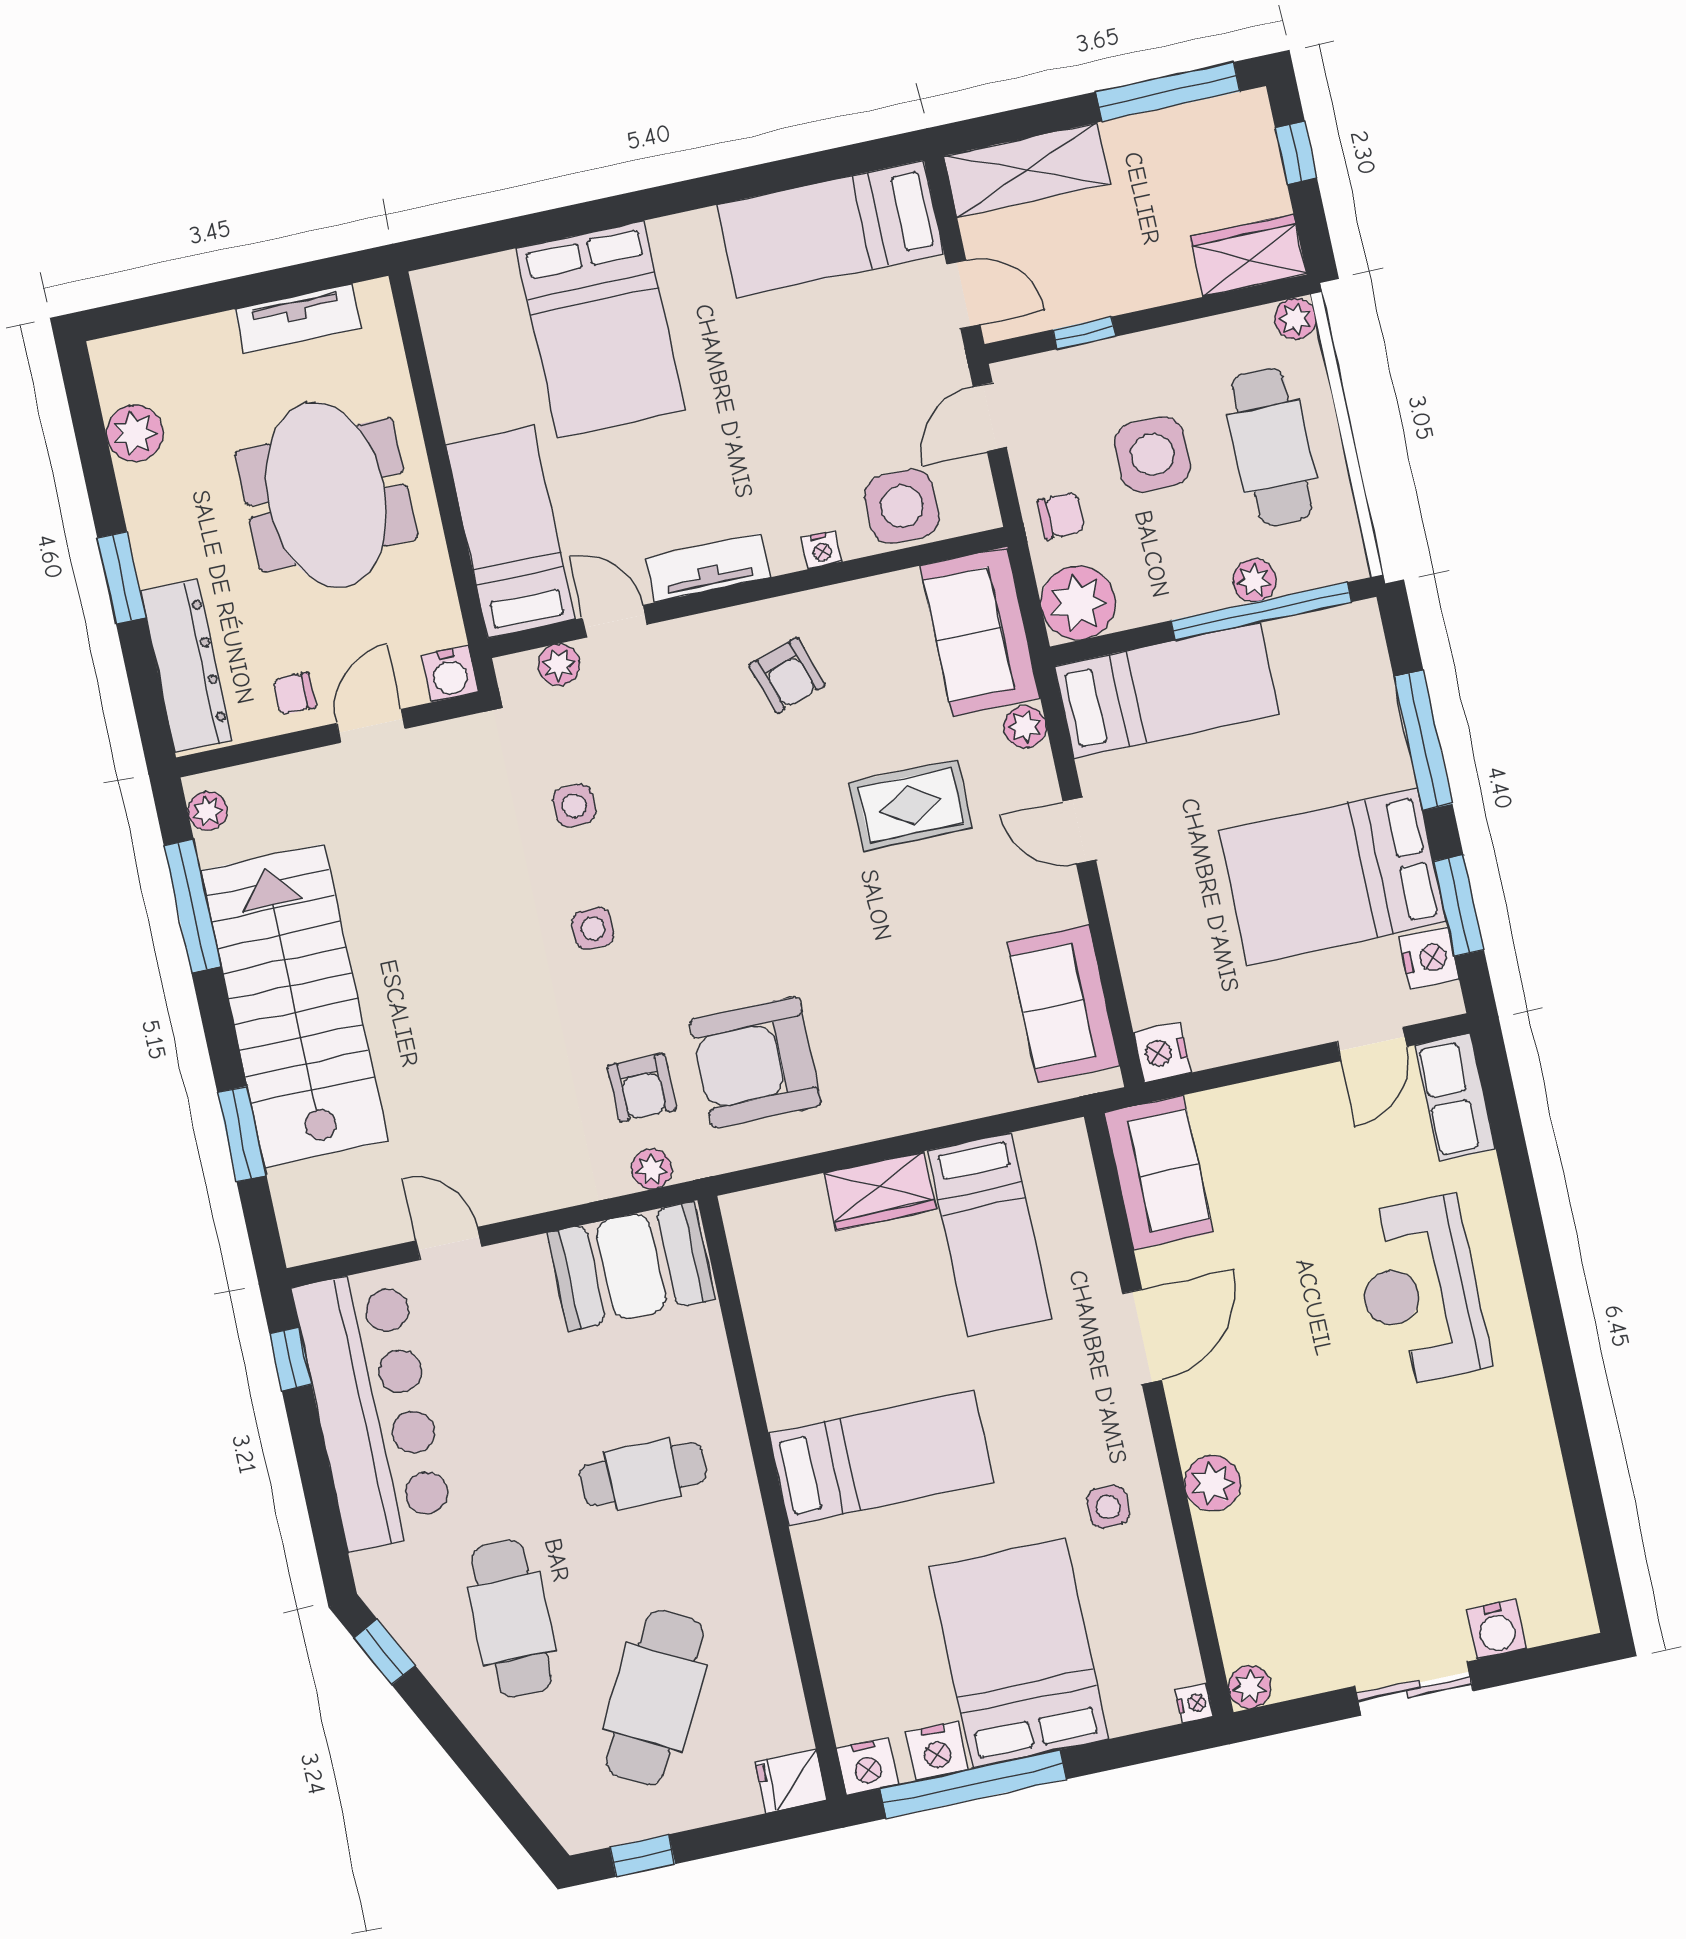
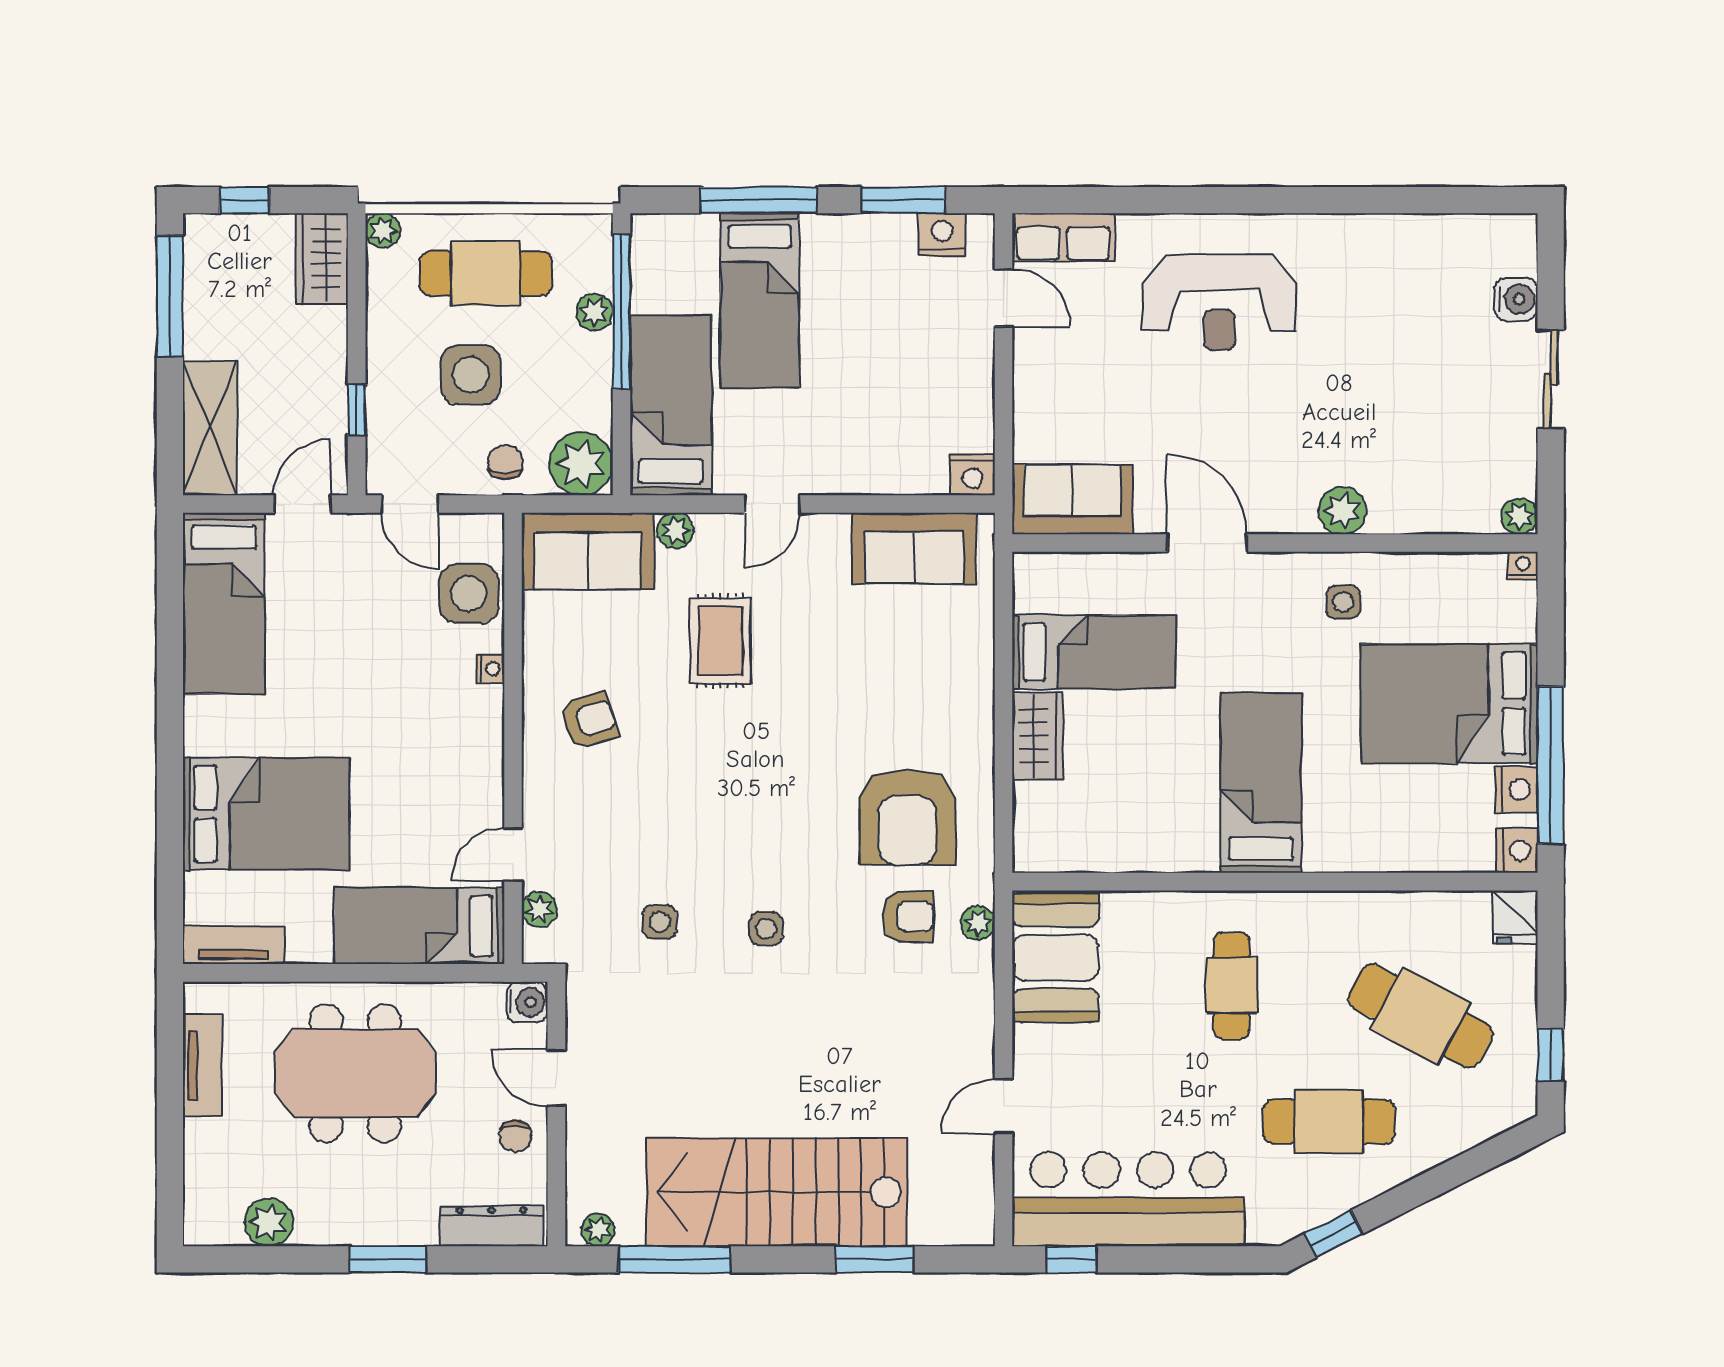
tv unit: (708, 568) -> (234, 945), moved, turned 90
dresser: (186, 666) -> (492, 1226), width x0.73, depth x0.80
bed: (1333, 877) -> (760, 300), moved, width x0.67

